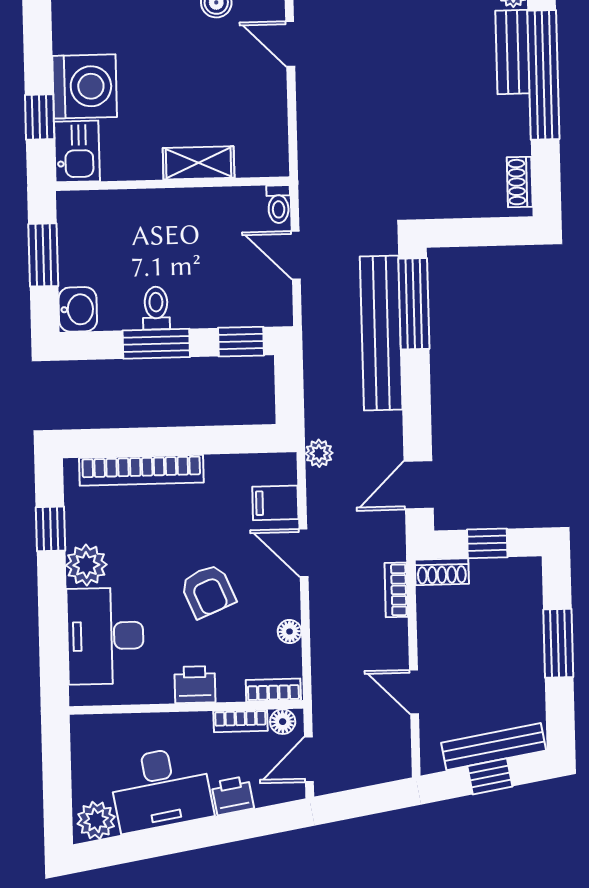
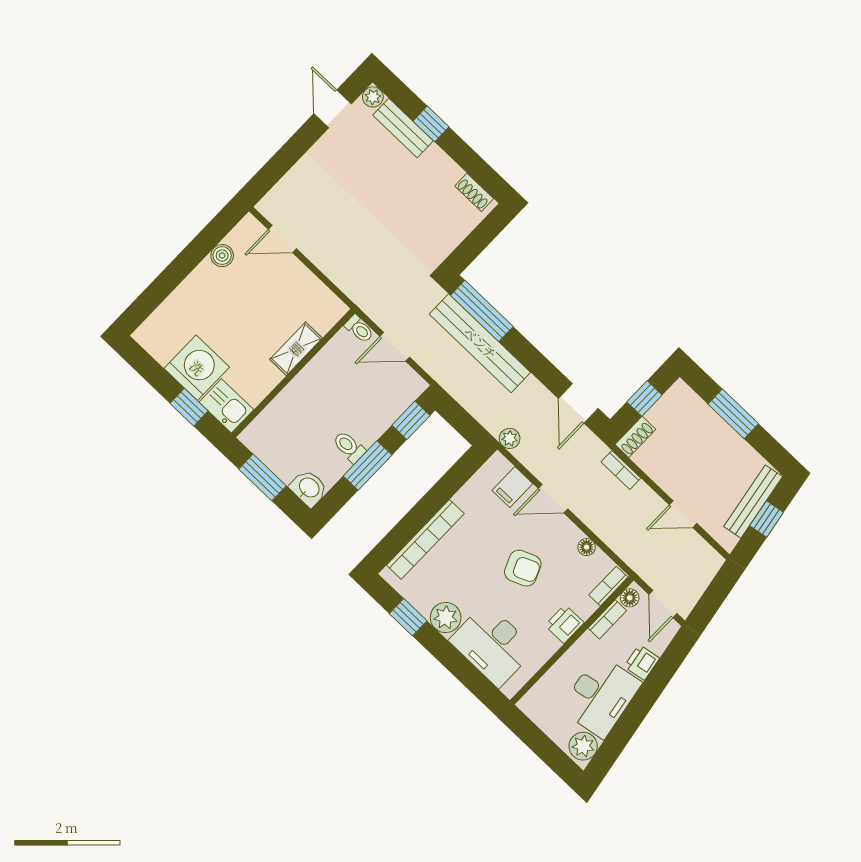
window: (543, 75) -> (431, 124), width x0.32

